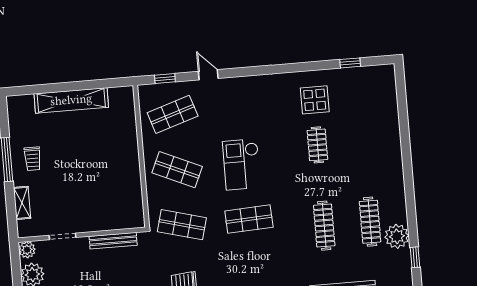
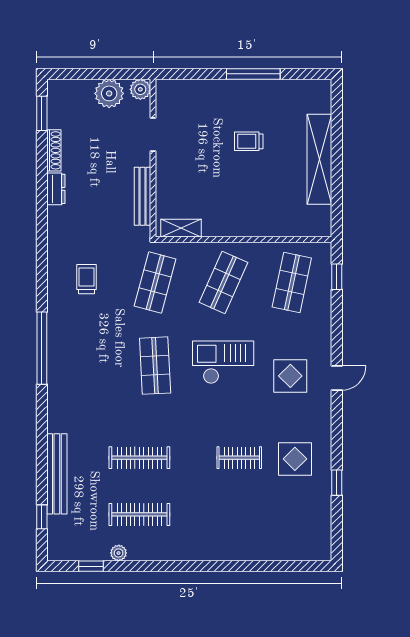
window: (350, 63) -> (337, 483), moved
door: (208, 75) -> (337, 378), moved
display table: (248, 109) -> (290, 376), added
shop shelf: (173, 114) -> (292, 282), turned 30
trolley: (33, 159) -> (249, 141), moved
shelving: (22, 203) -> (181, 228), moved
plant: (397, 236) -> (119, 553), width x0.53, depth x0.53

